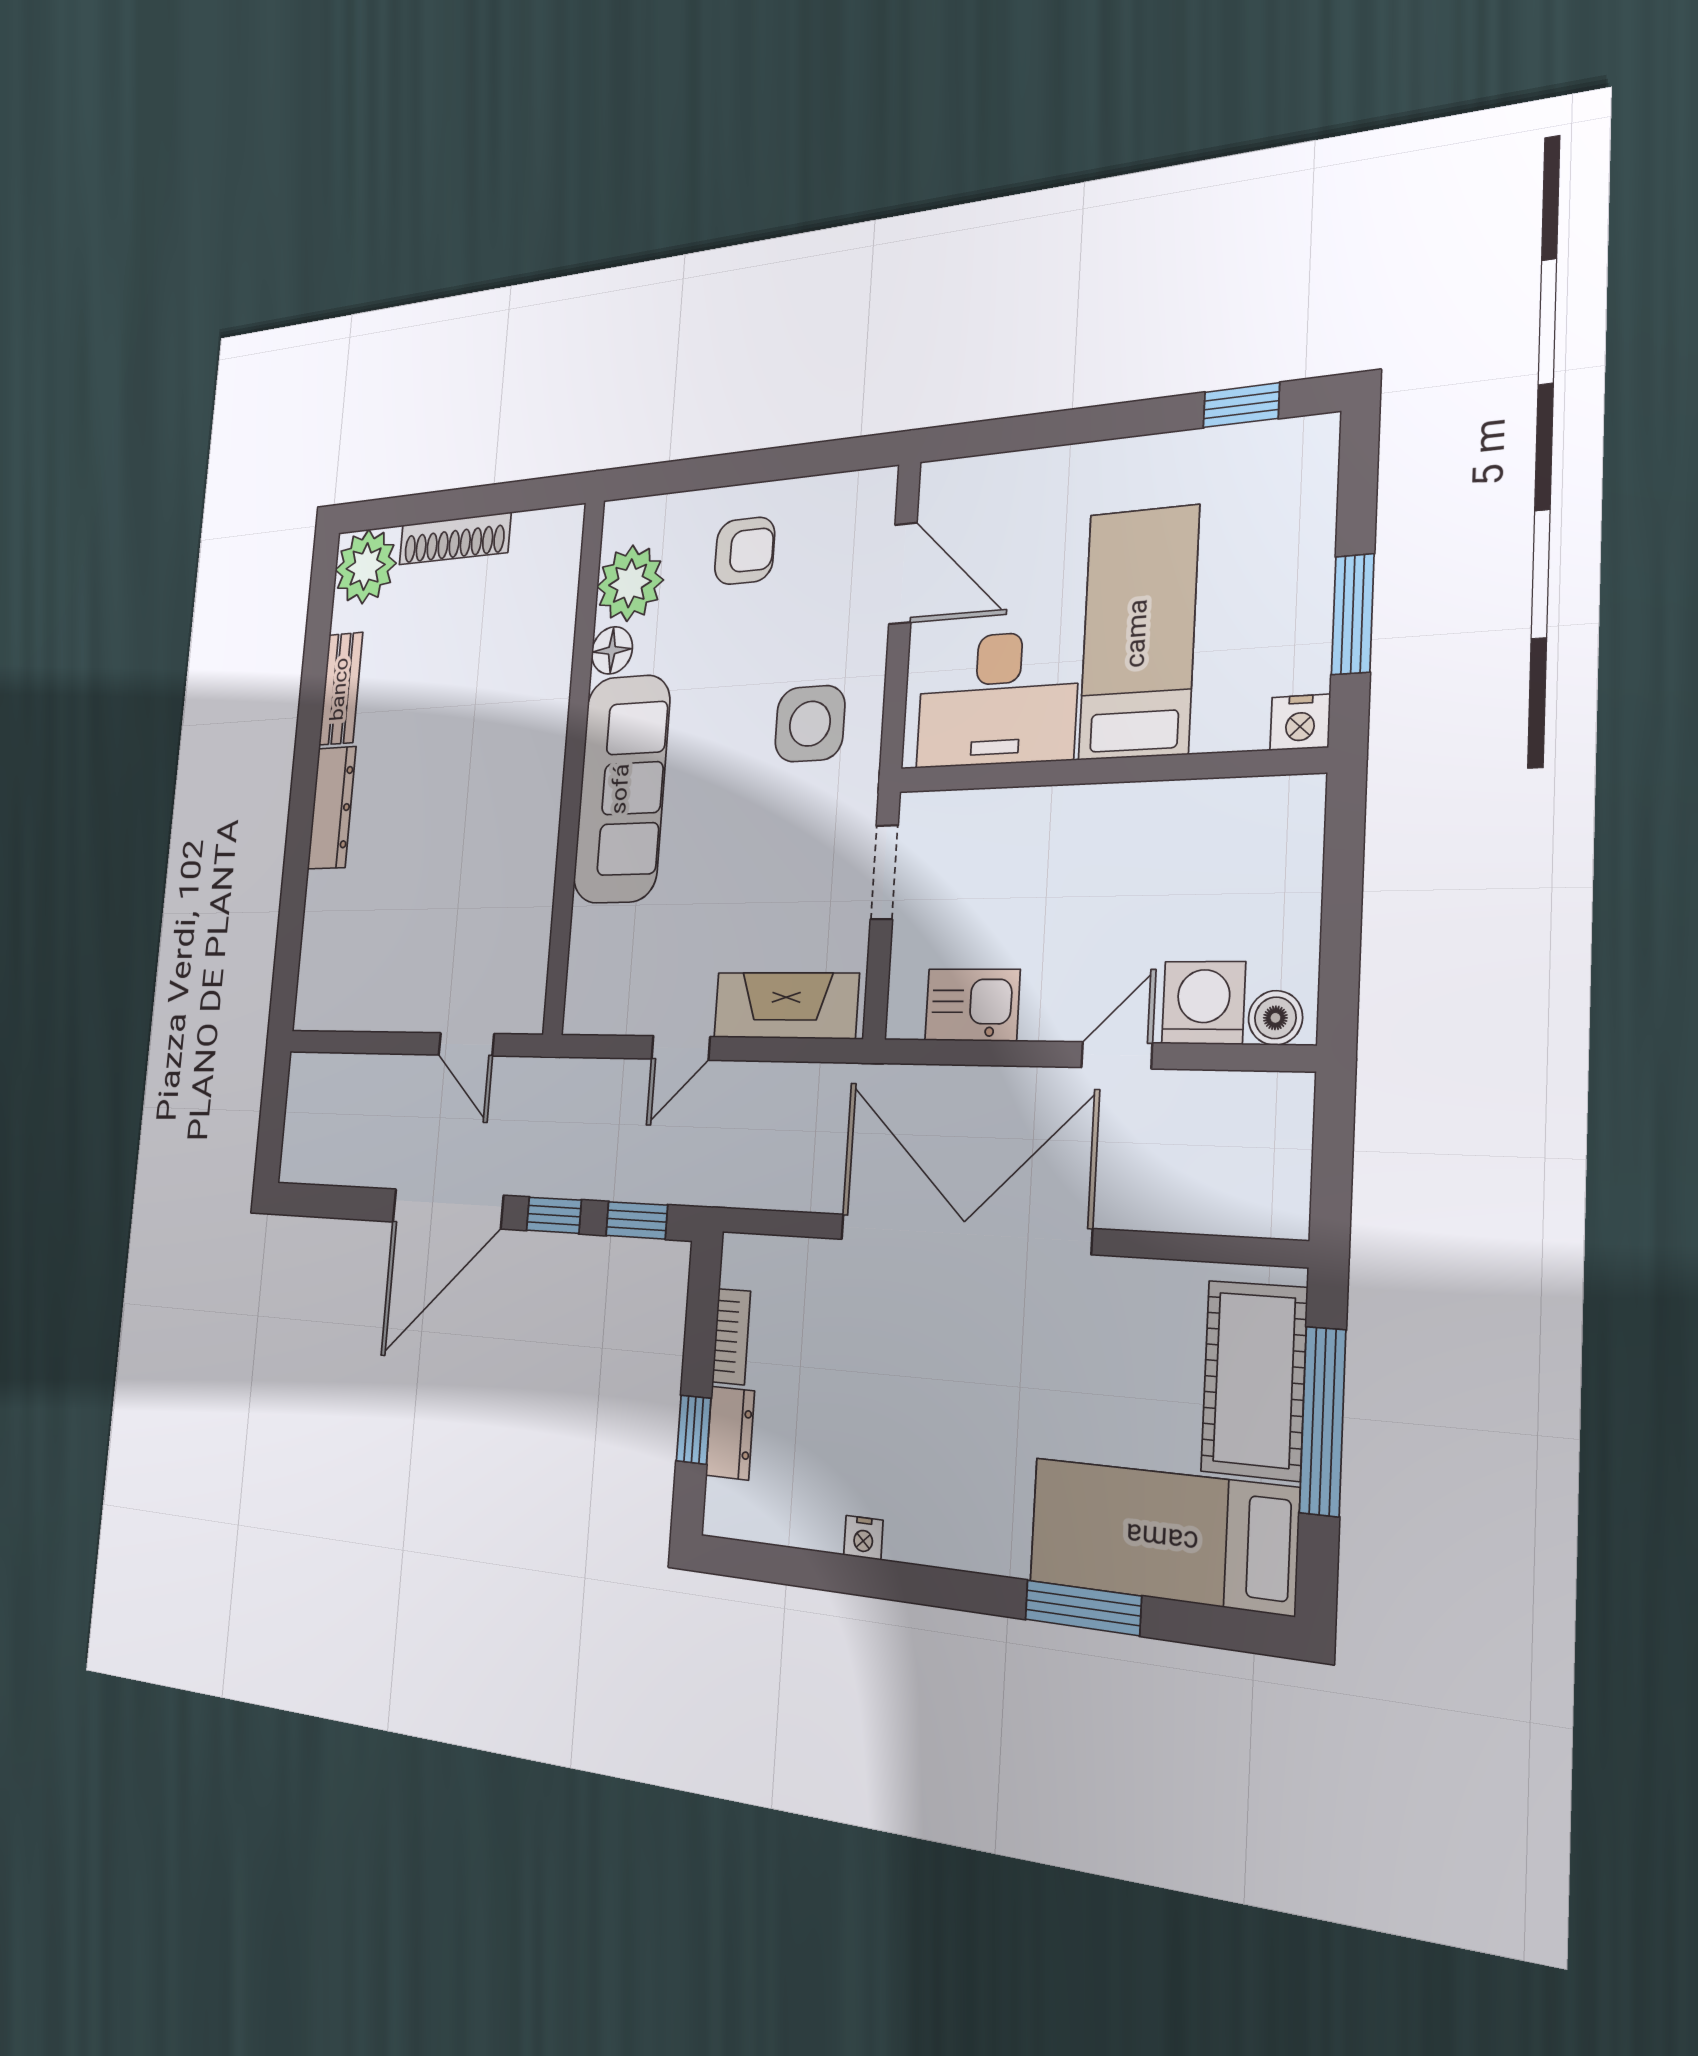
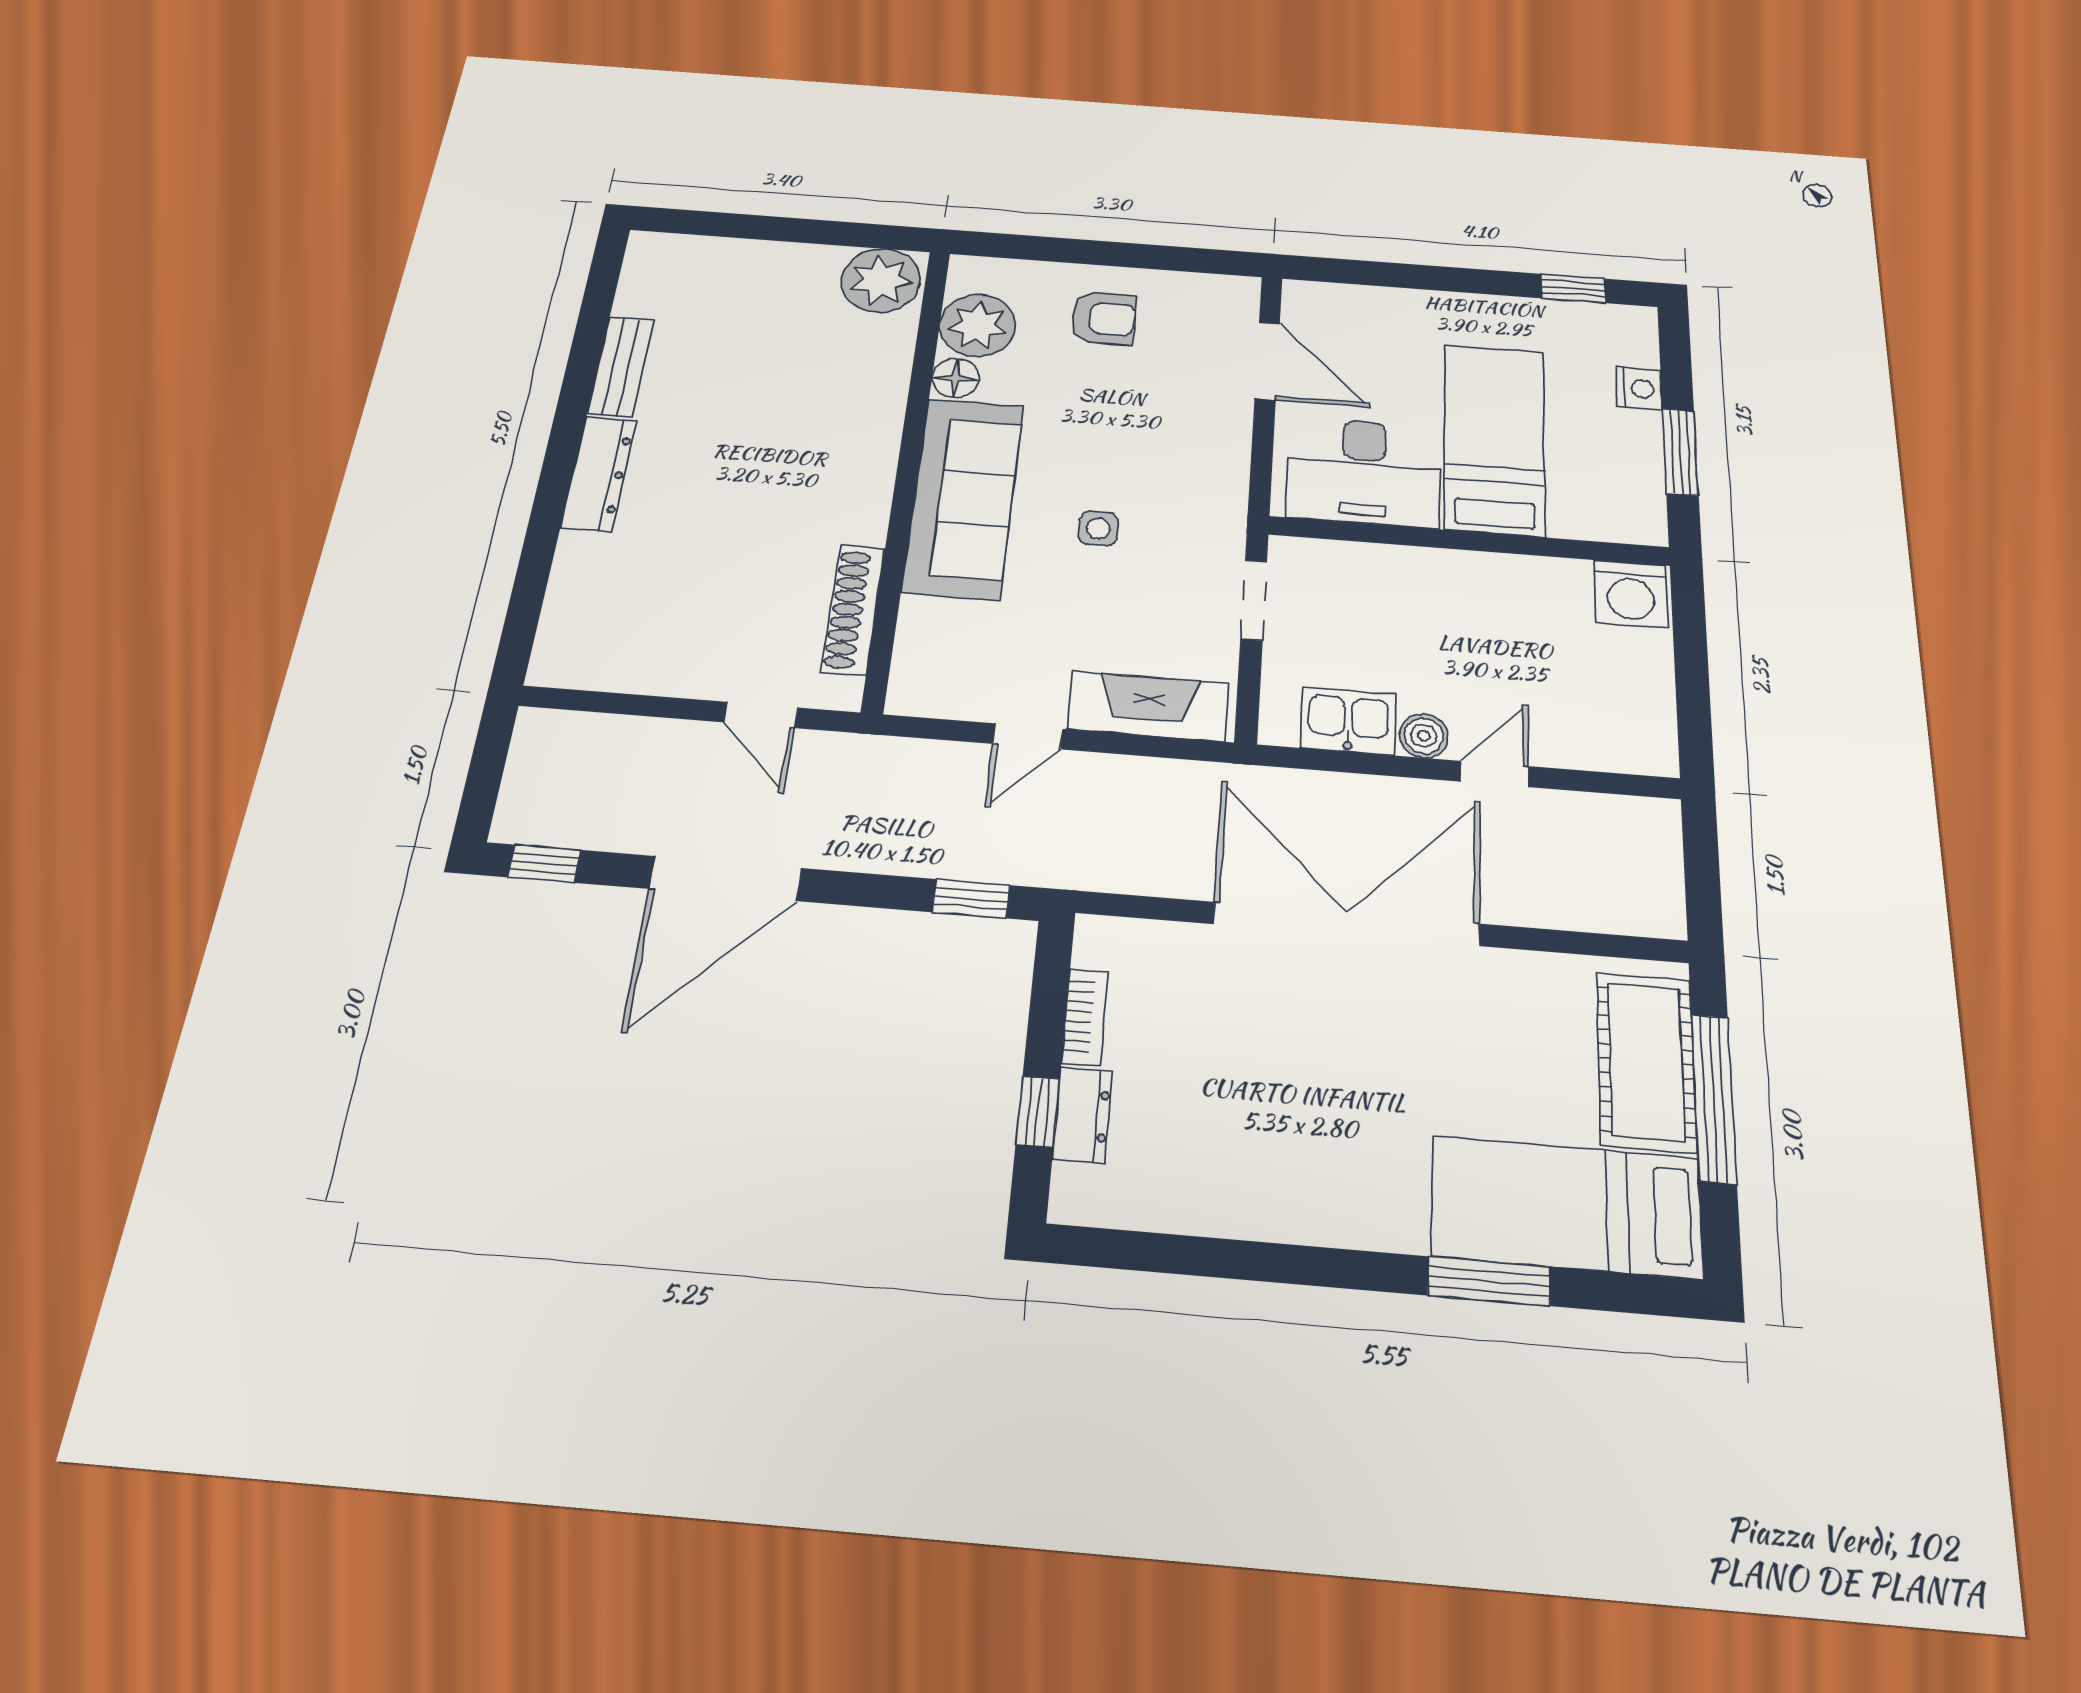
shoe rack: (455, 539) -> (853, 610), moved, turned 90
plant: (366, 567) -> (881, 280), moved
nightstand: (1300, 722) -> (1639, 389), moved, turned -90
side table: (810, 724) -> (1098, 529), moved, width x0.54, depth x0.54
washing machine: (1203, 1003) -> (1631, 594), moved, turned 180
boiler: (1275, 1018) -> (1424, 736), moved
window: (554, 1215) -> (544, 864), moved
nightstand: (863, 1538) -> (1243, 1220), removed

